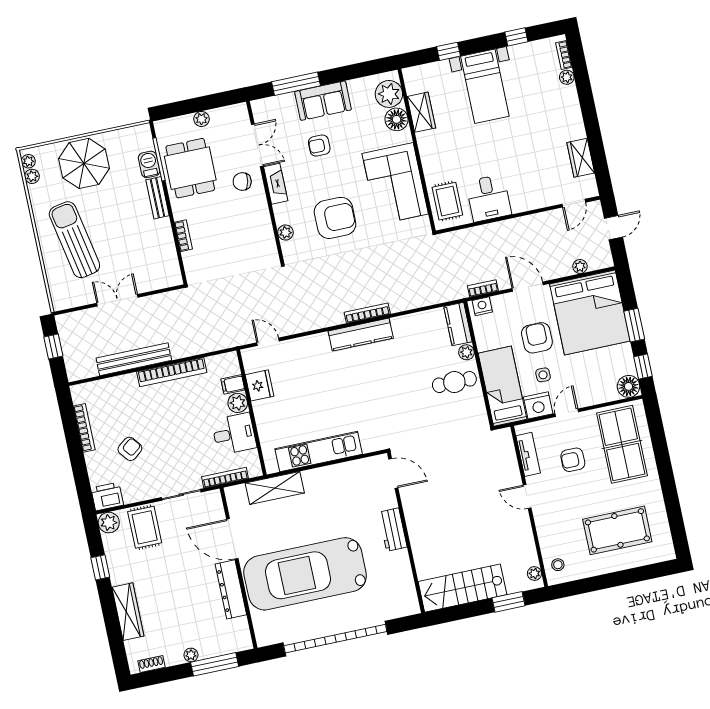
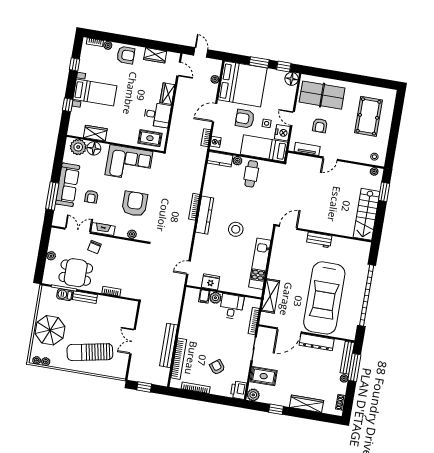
sofa: (323, 101) -> (68, 185), width x1.36
armchair: (563, 111) -> (126, 55), added
wardrobe: (528, 201) -> (167, 94), added
bookcase: (172, 372) -> (179, 359), moved
stool: (358, 392) -> (236, 229), added
bench: (226, 647) -> (347, 358), added

